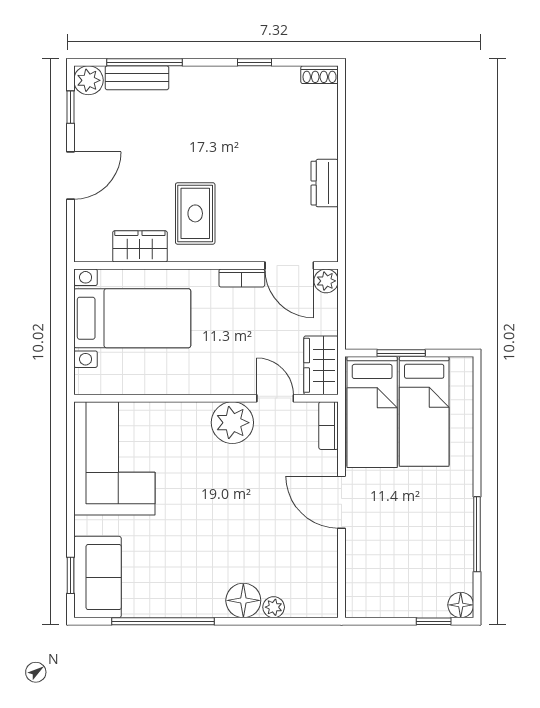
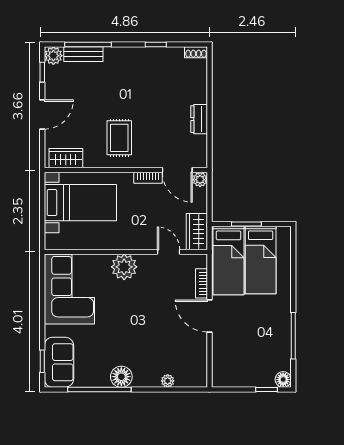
wardrobe: (140, 246) -> (66, 158), moved
plant: (232, 423) -> (124, 267), moved
bookcase: (329, 426) -> (202, 283), moved
floor lamp: (243, 600) -> (121, 377), moved

